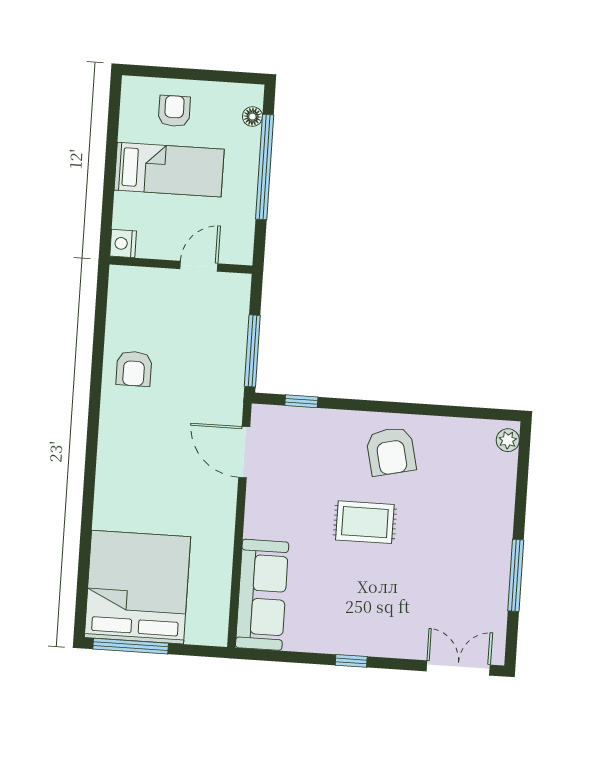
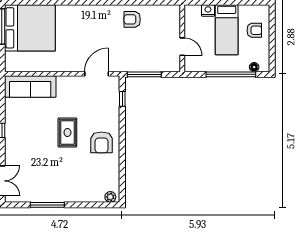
nightstand: (123, 244) -> (208, 10), moved
armchair: (391, 451) -> (102, 142), turned -77

